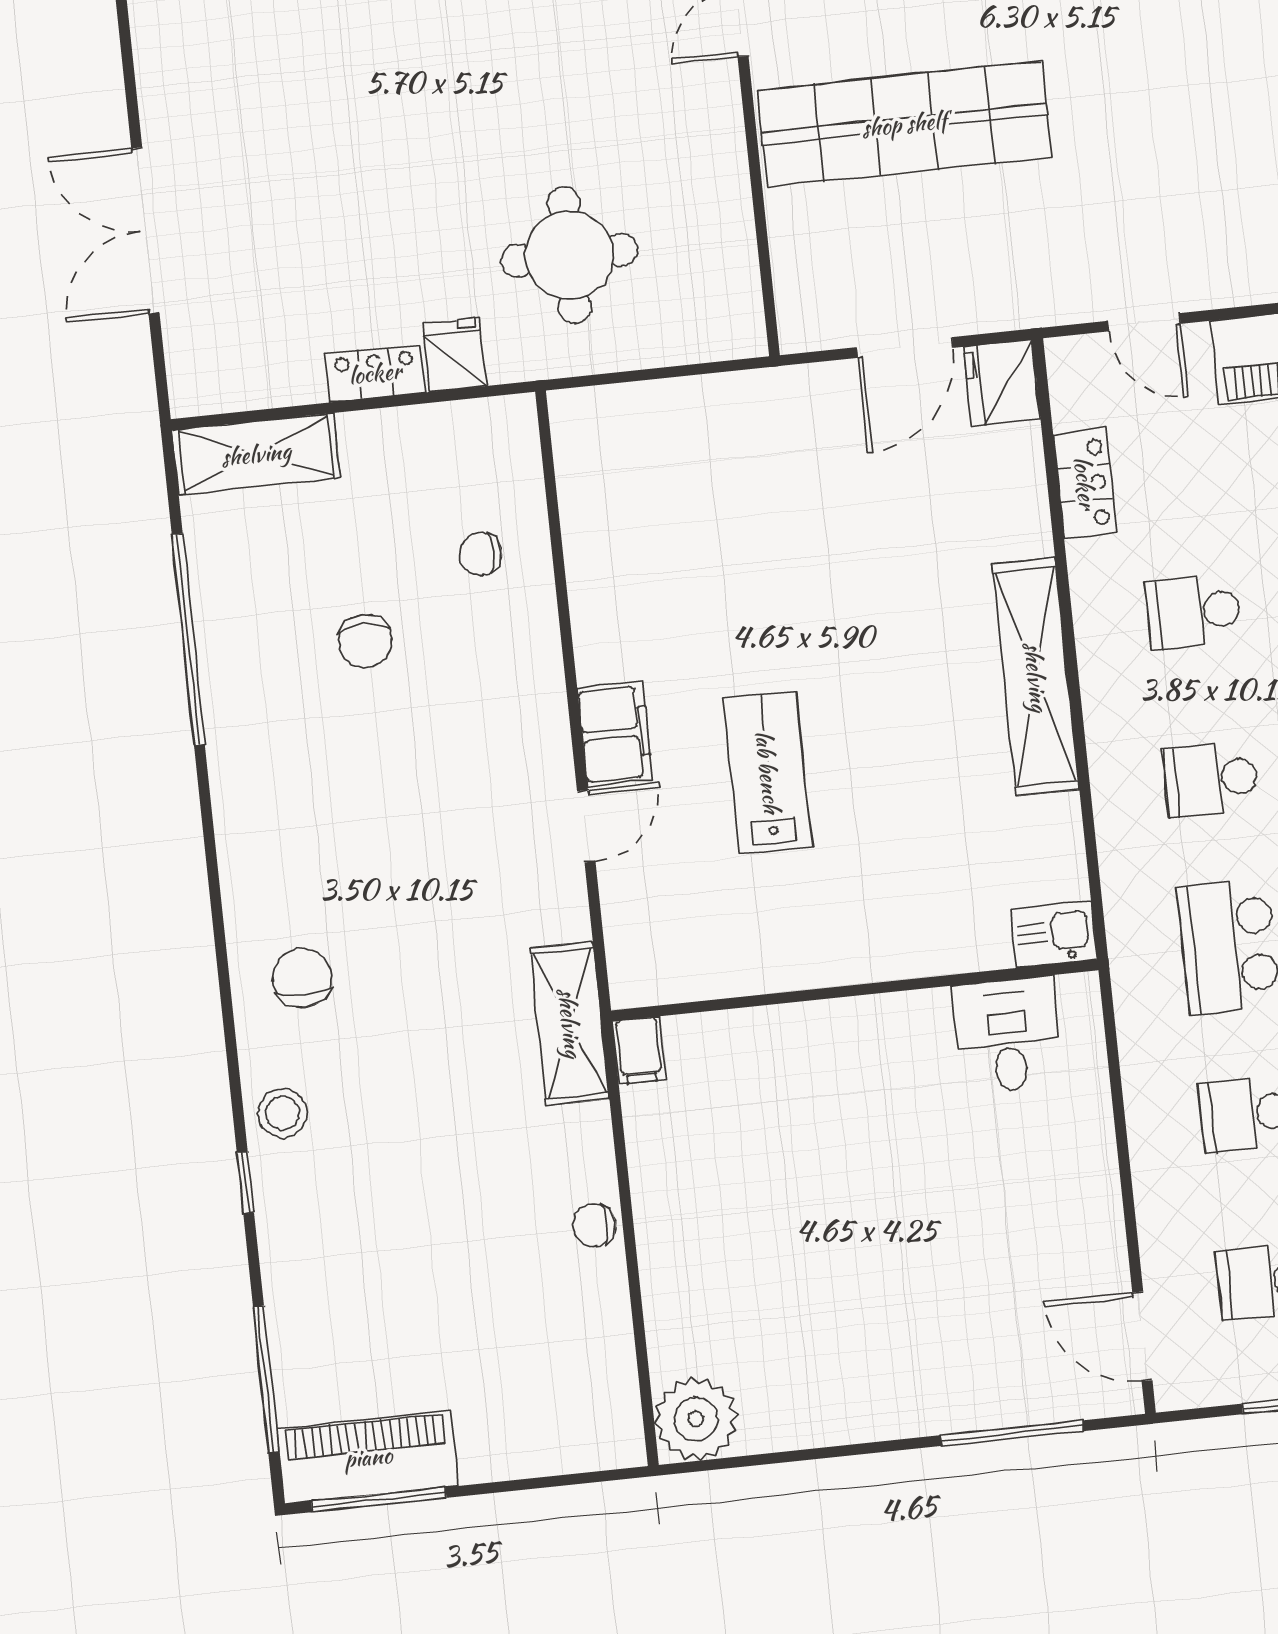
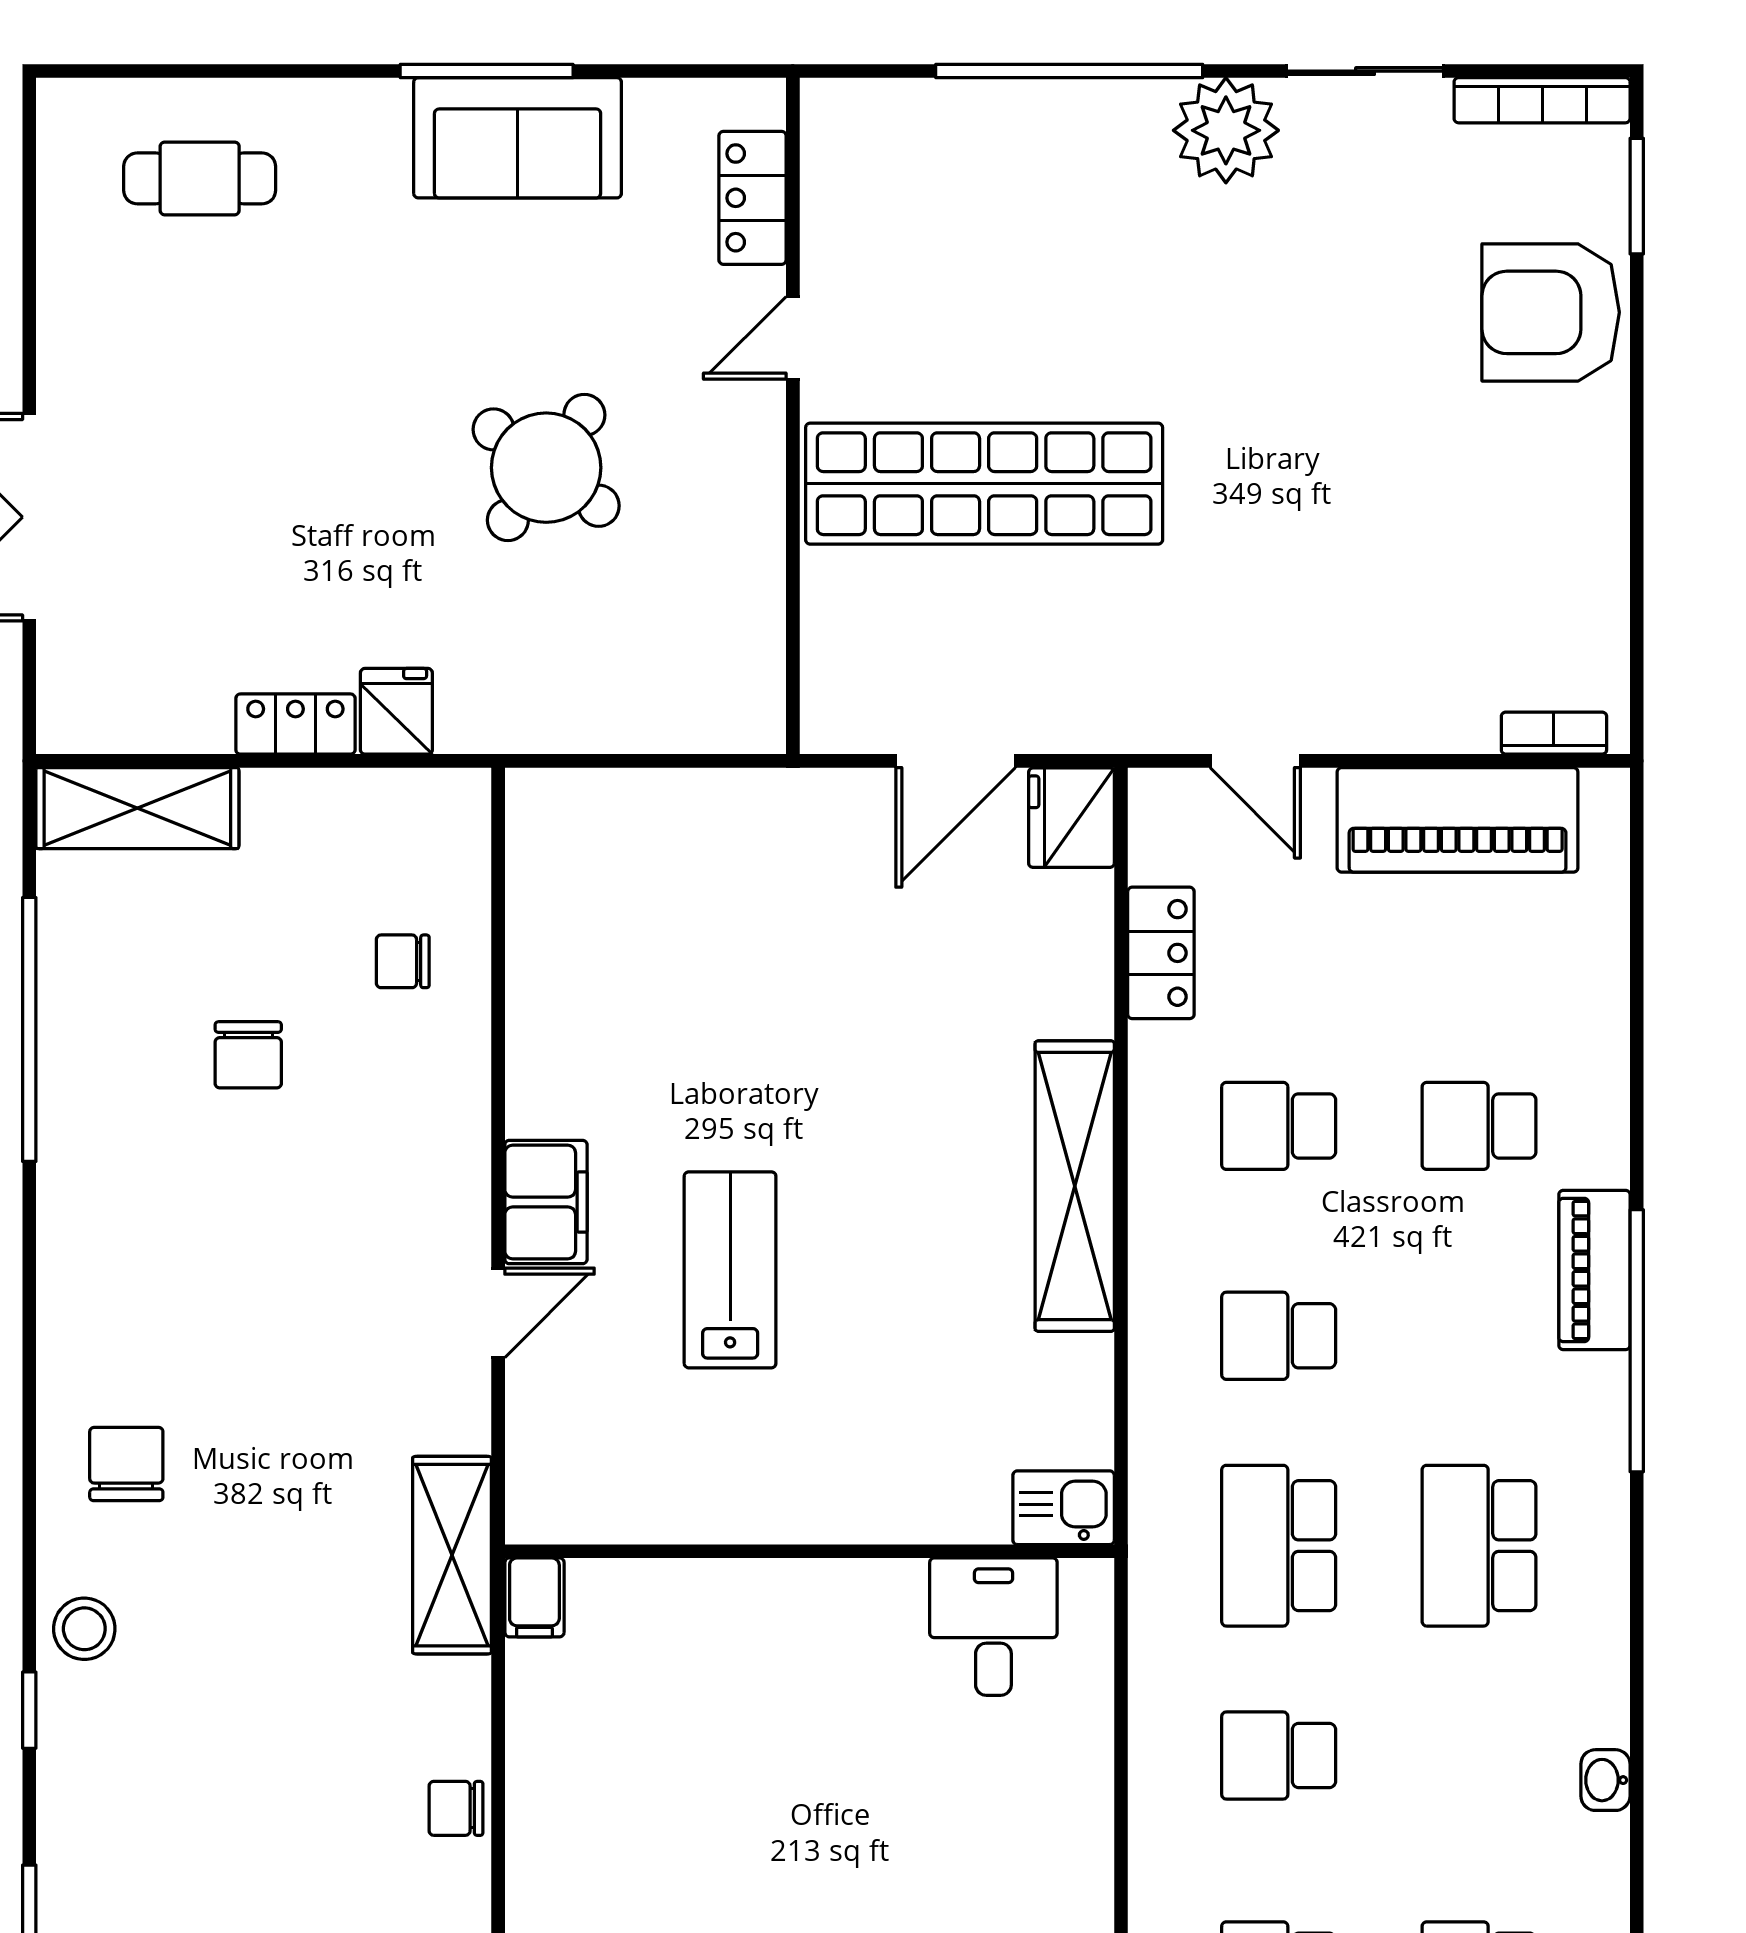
round table: (569, 255) -> (546, 468), moved, turned 36

